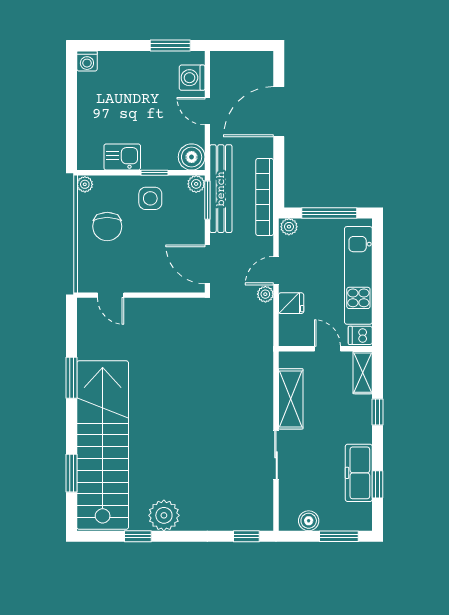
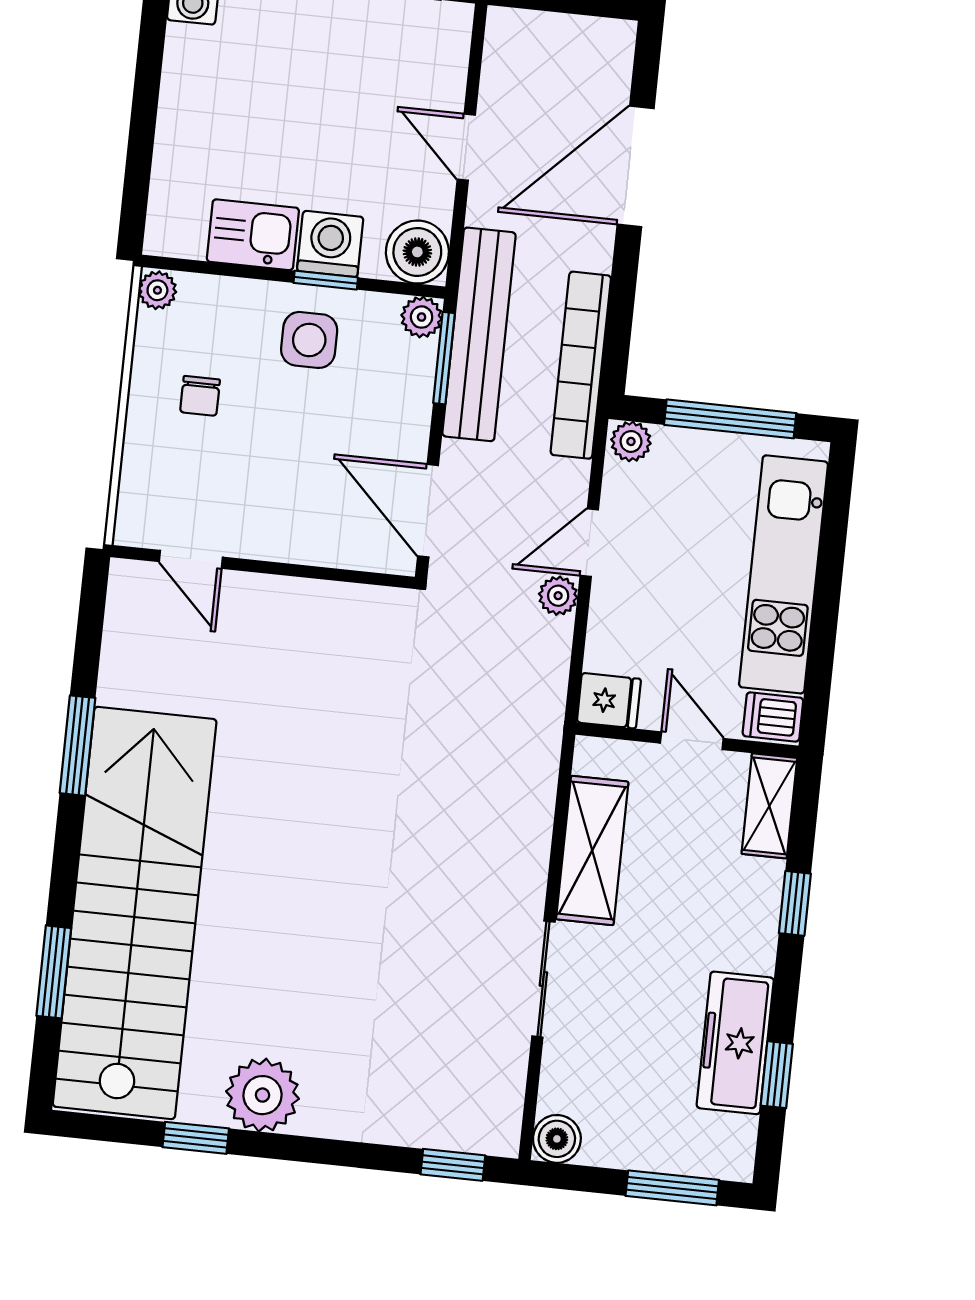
washing machine: (192, 78) -> (330, 244), moved, turned 90
chair: (107, 226) -> (200, 396), width x0.54, depth x0.54
fridge: (291, 303) -> (609, 701), moved
boiler: (309, 521) -> (557, 1139), moved

